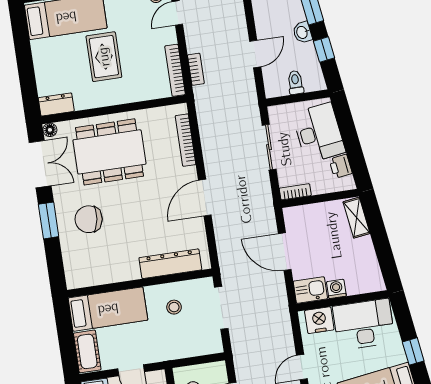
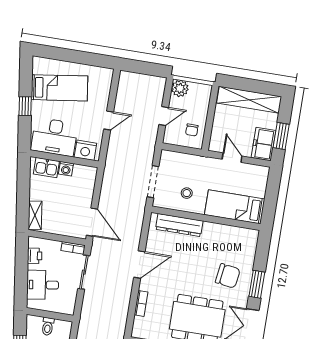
desk: (319, 133) -> (43, 285), width x0.73
bookcase: (186, 140) -> (141, 303), width x0.64
sliding door: (269, 147) -> (84, 272), moved
door: (285, 252) -> (92, 222), moved
kitchen sink: (310, 290) -> (46, 168), moved
cot: (87, 351) -> (259, 181), removed

